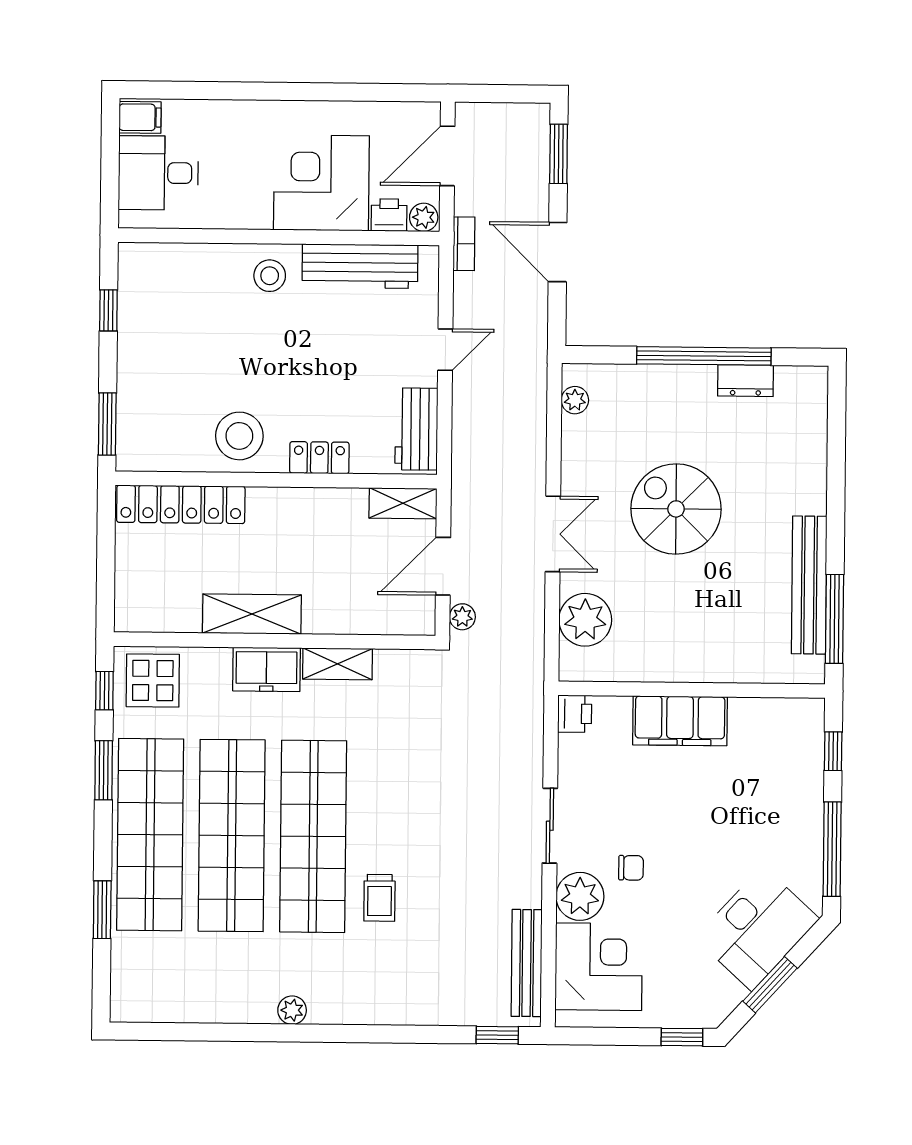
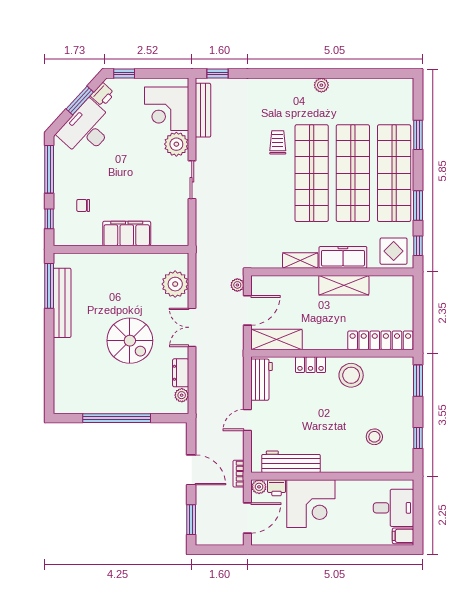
stool: (270, 276) -> (374, 437), moved
dresser: (746, 381) -> (181, 373), moved, turned -90
shelving: (403, 503) -> (277, 339), width x1.50, depth x1.33
freezer: (266, 669) -> (343, 257), width x1.40
printer: (575, 714) -> (103, 95), moved, turned -138
chair: (631, 868) -> (83, 205), moved

